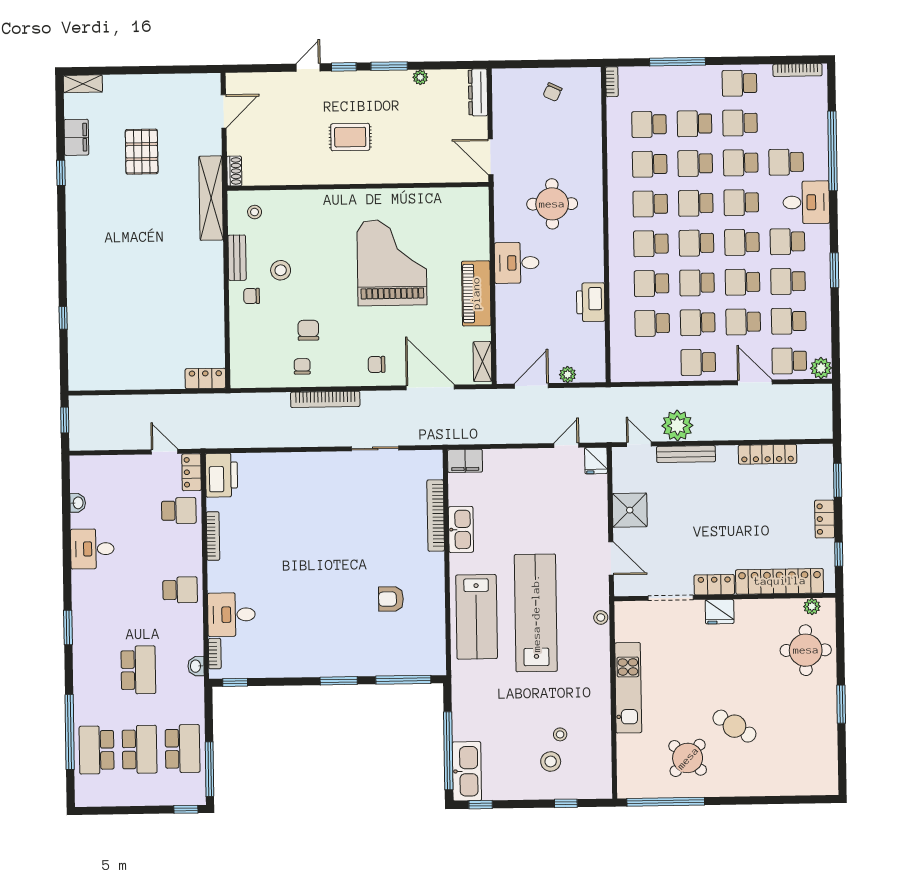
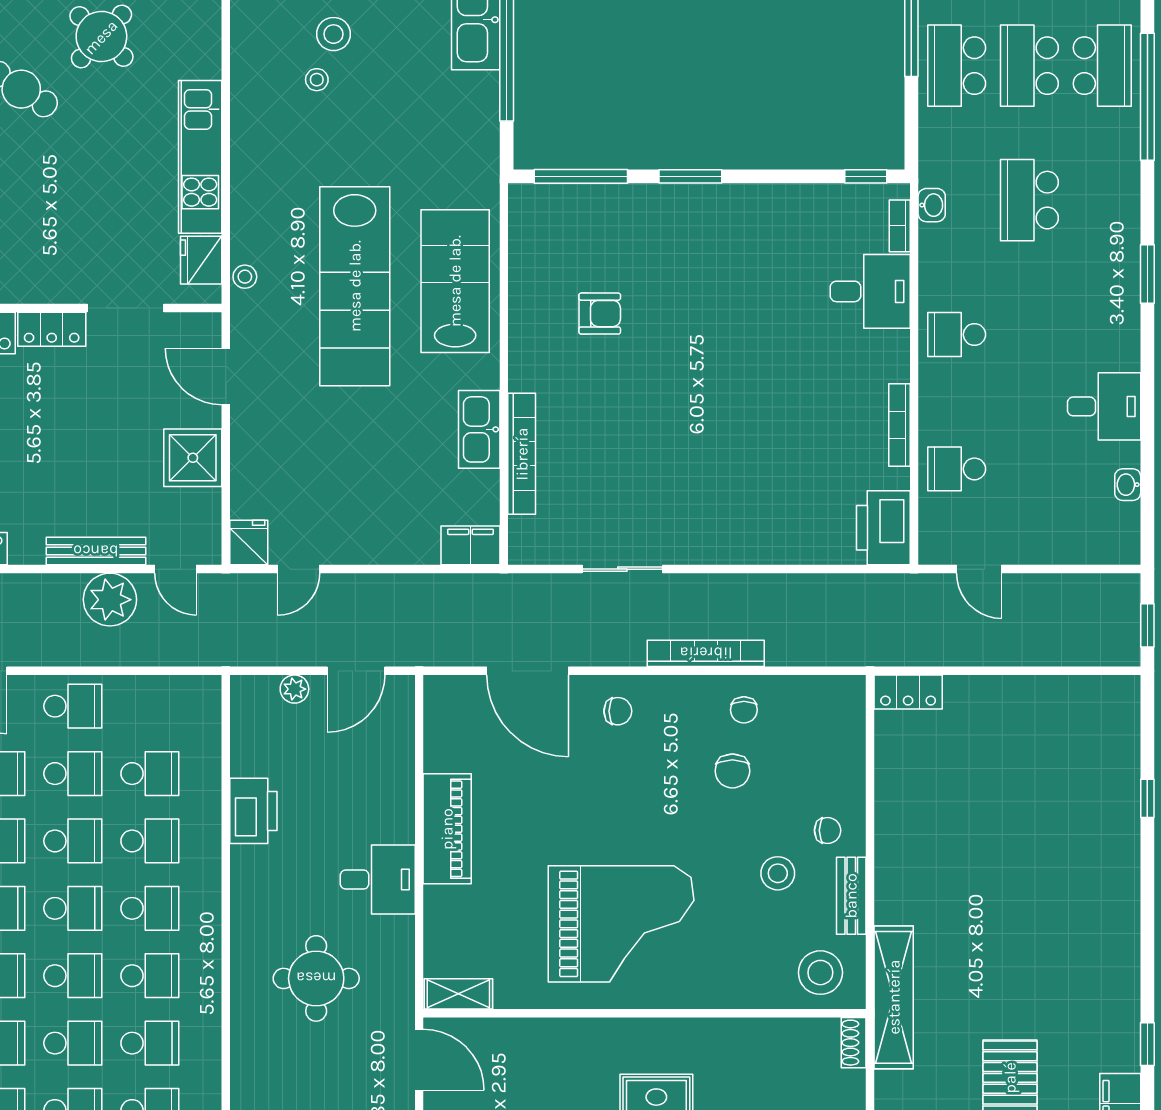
stool: (255, 212) -> (820, 973), width x1.89, depth x1.89
grand piano: (392, 263) -> (621, 924), moved, turned -90
shelving: (482, 362) -> (458, 994), moved, turned 90
locker: (192, 472) -> (934, 534), removed
fridge: (720, 612) -> (201, 260), moved, turned -90

